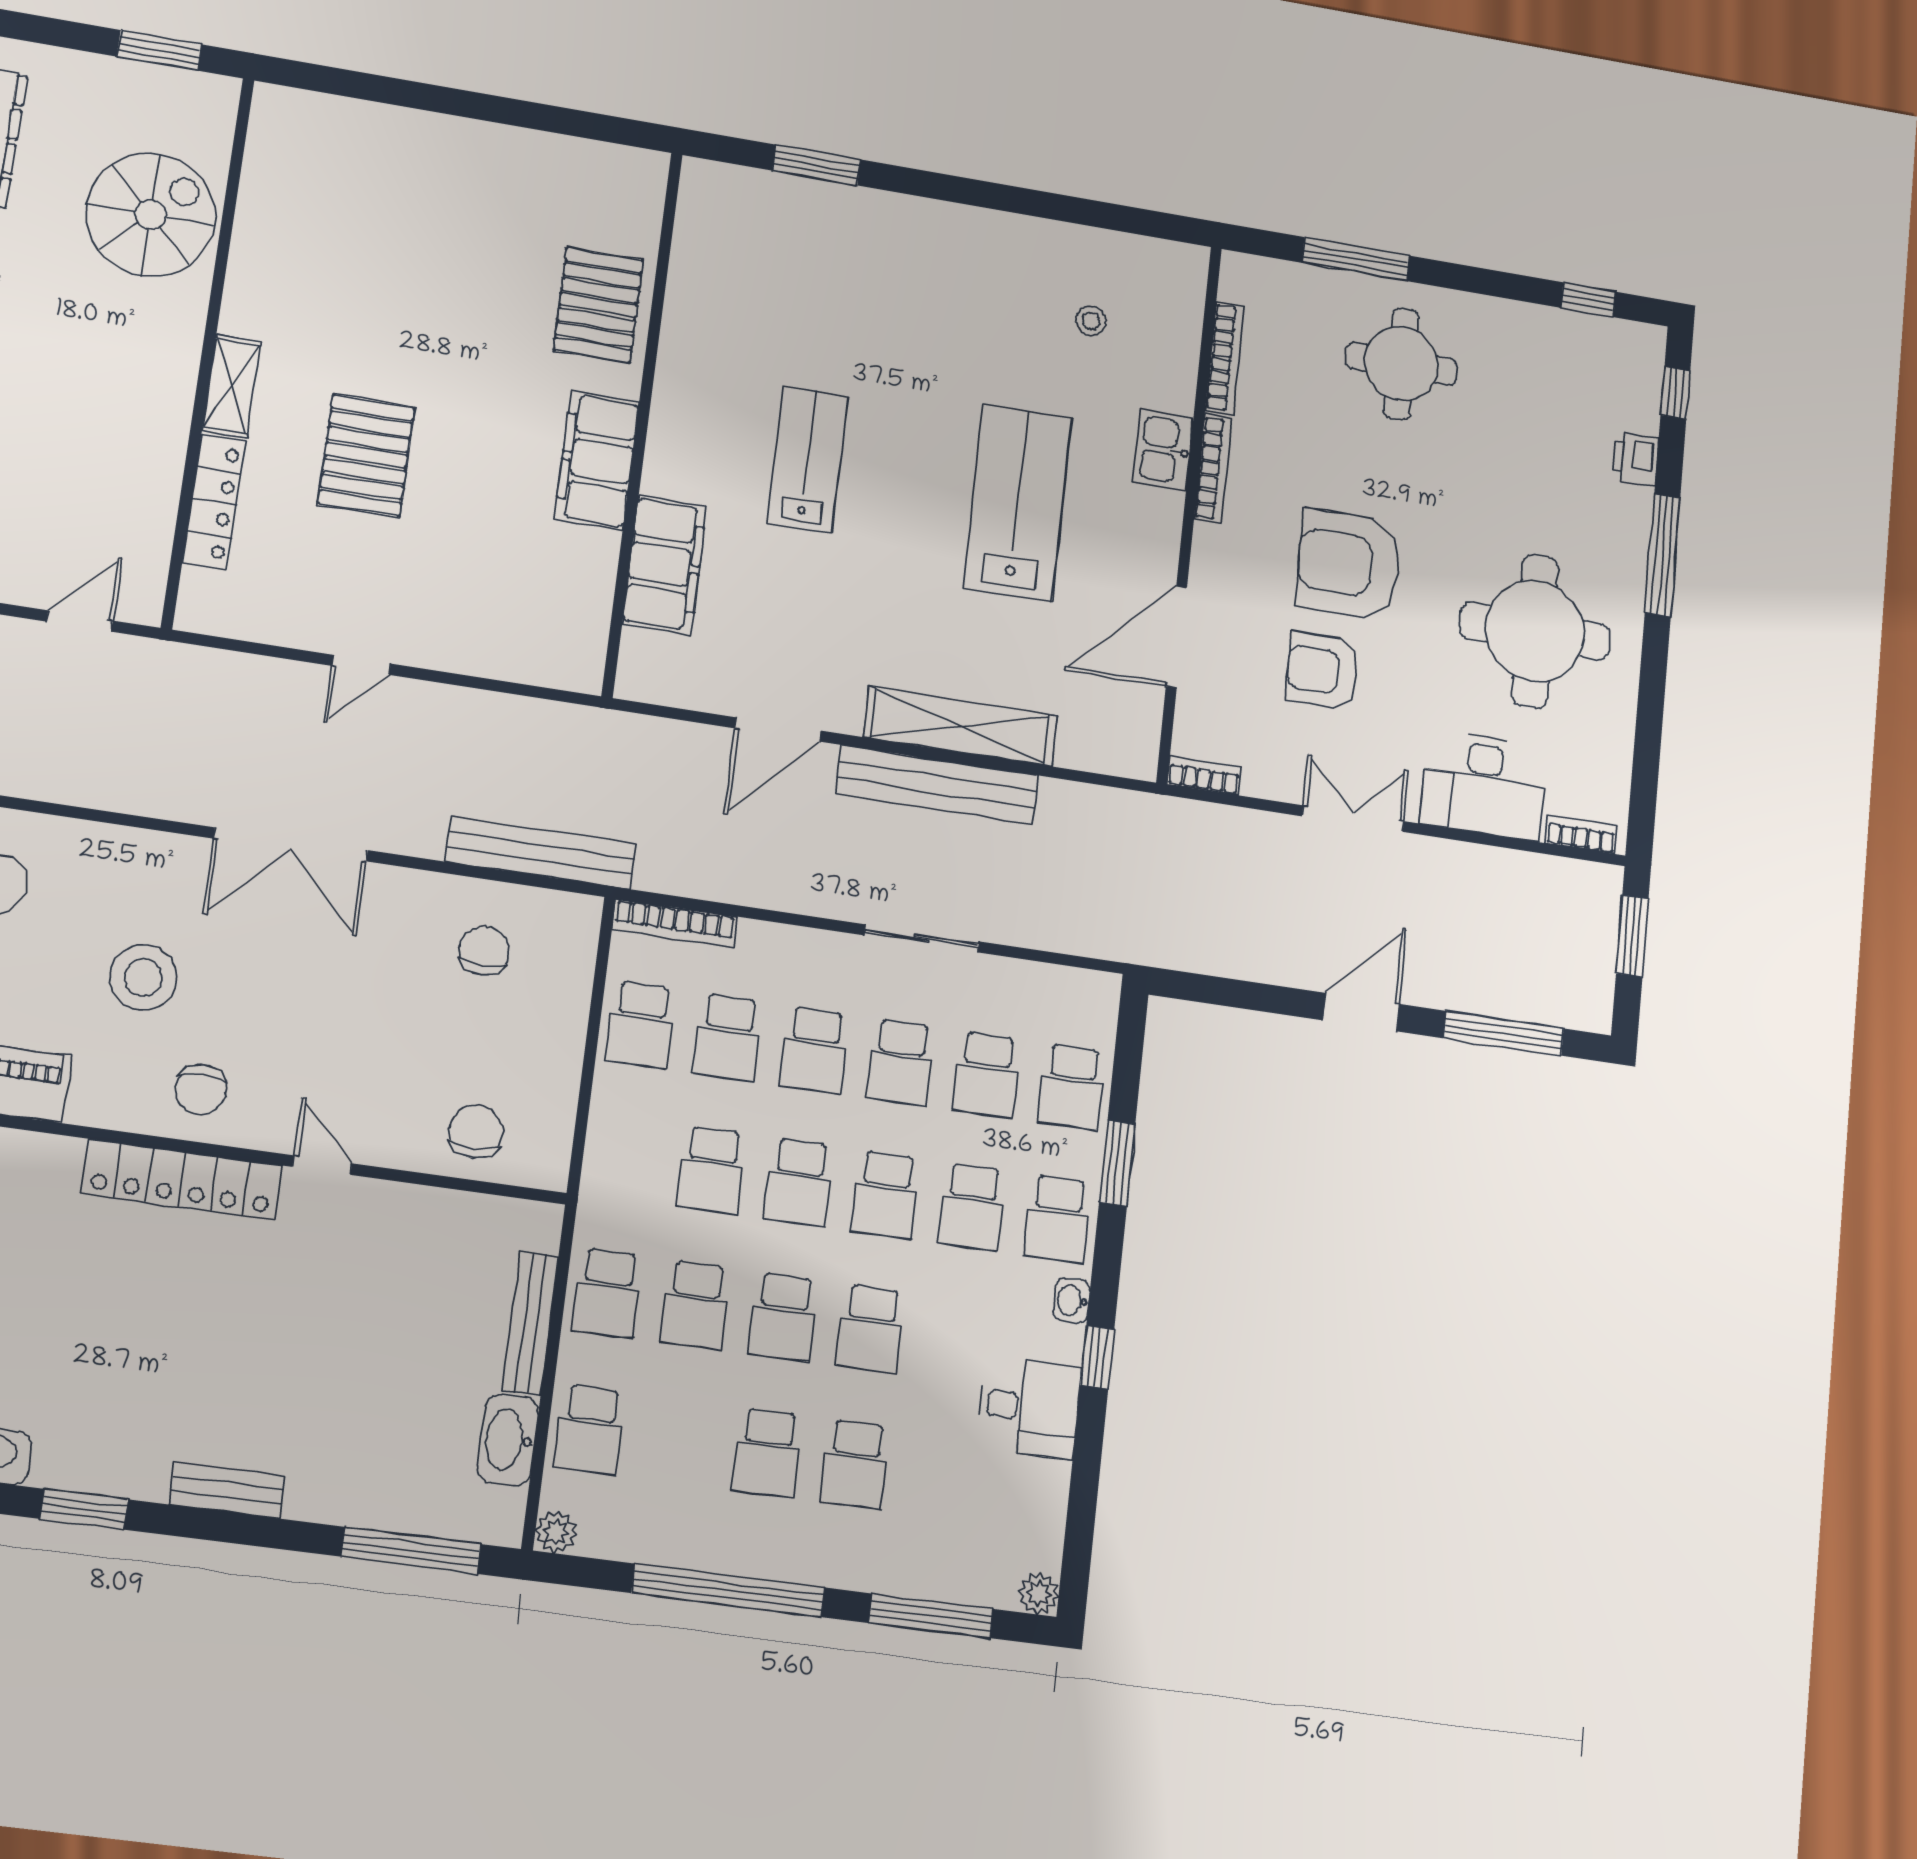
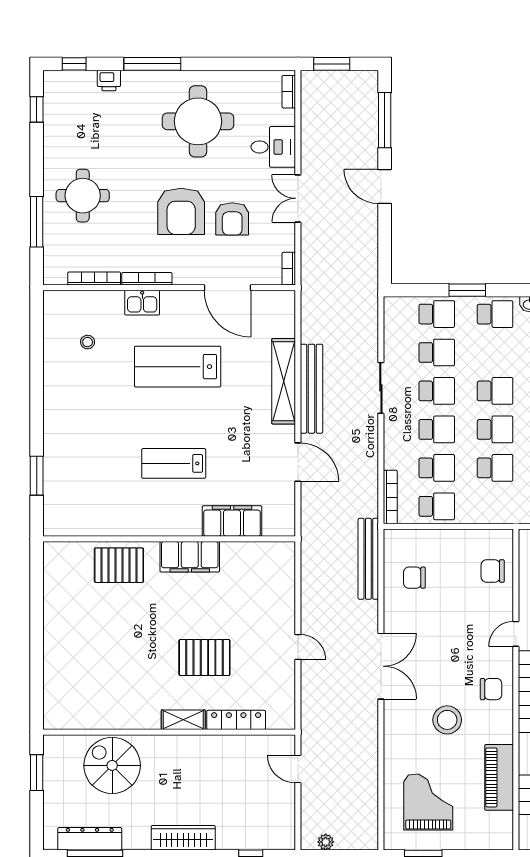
desk: (1484, 785) -> (273, 147), width x0.73
school desk: (972, 1207) -> (495, 352), removed

